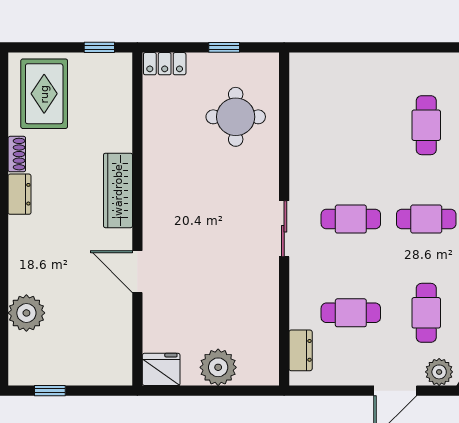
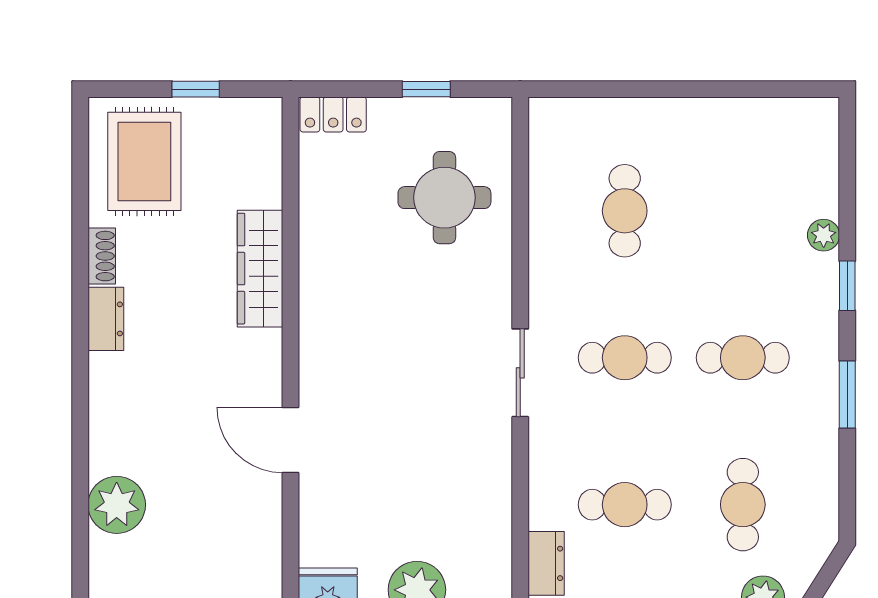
window: (99, 47) -> (196, 89), moved
cafe table: (426, 125) -> (625, 211), moved
wardrobe: (118, 190) -> (260, 269), moved

